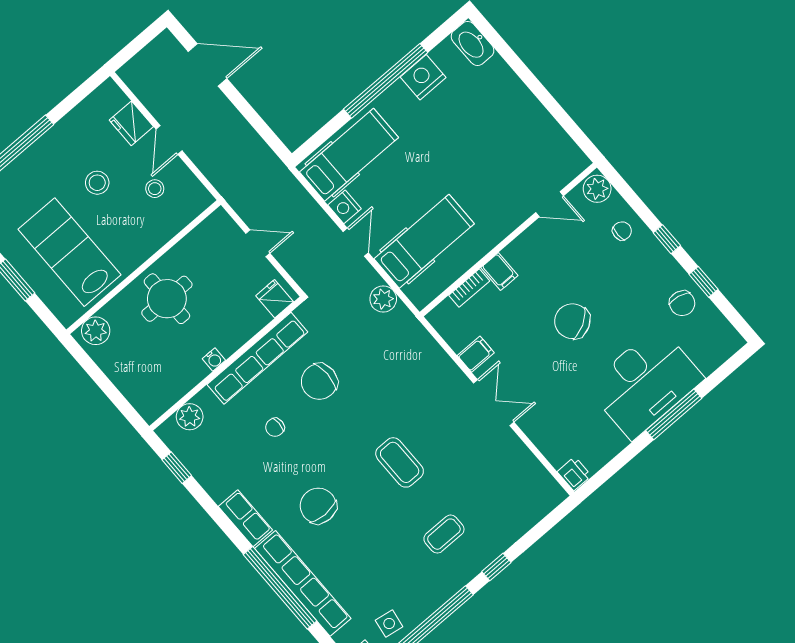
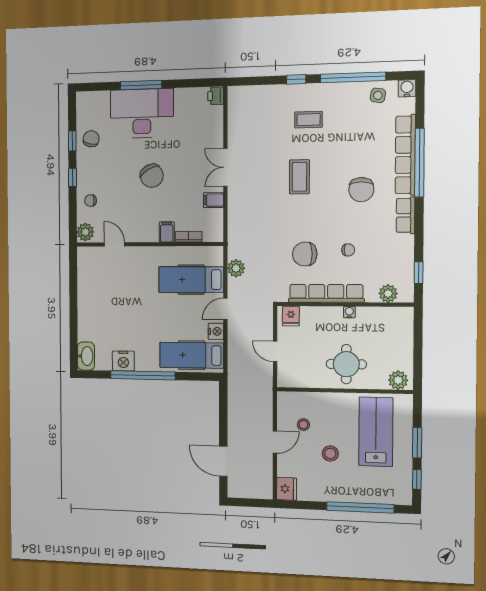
fridge: (131, 123) -> (287, 489), moved
lab bench: (69, 252) -> (376, 432), turned 180
chair: (319, 382) -> (305, 254), turned 180

